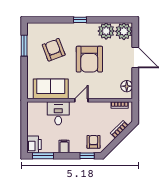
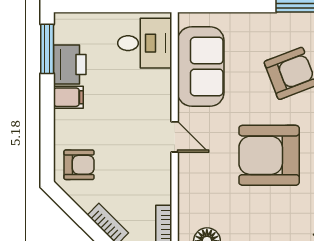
desk: (58, 113) -> (145, 43), moved
printer: (34, 144) -> (70, 65), moved, turned -90
window: (87, 156) -> (47, 150), removed

